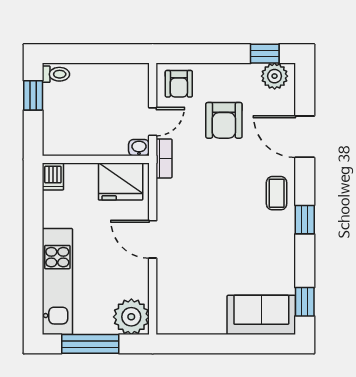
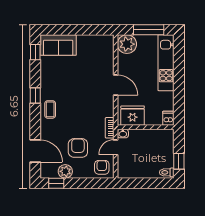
plant: (275, 76) -> (65, 171), moved
door: (305, 137) -> (35, 151), moved

